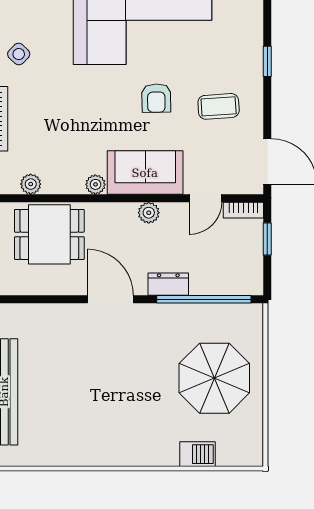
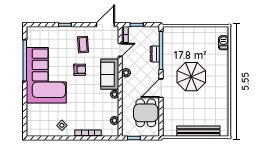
door: (205, 198) -> (120, 50), hinge flipped
dining table: (49, 234) -> (146, 113), moved
dresser: (168, 284) -> (155, 54), moved
parasol: (214, 378) -> (191, 77), moved
barbecue: (198, 454) -> (224, 43), moved

